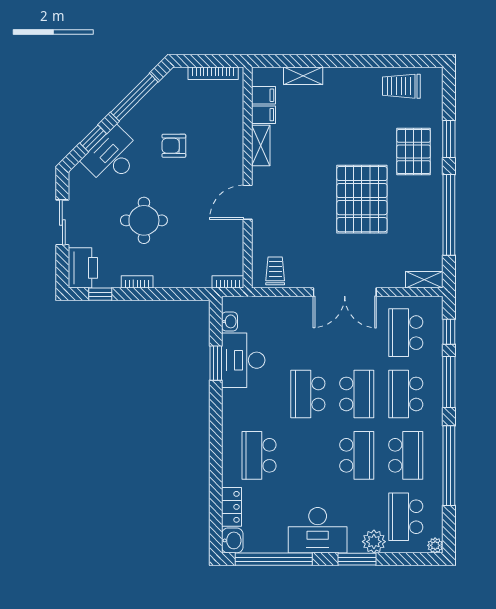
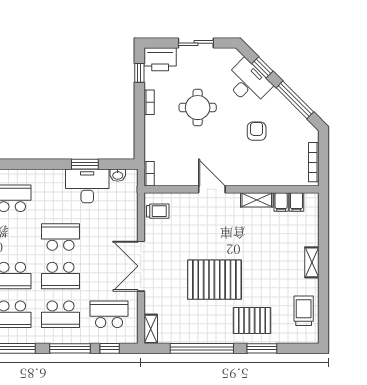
shelving: (303, 76) -> (312, 262), moved
school desk: (406, 394) -> (61, 314), turned 180

